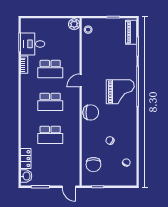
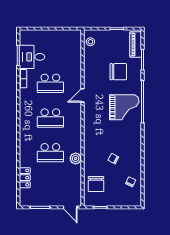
plant: (74, 24) -> (76, 159), moved
chair: (91, 112) -> (118, 72), moved
washbasin: (26, 176) -> (25, 196), removed

